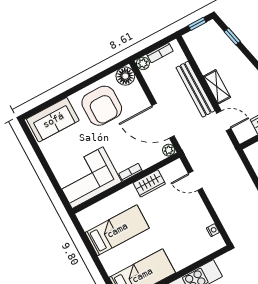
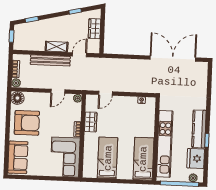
door: (163, 121) -> (58, 91), width x0.53

